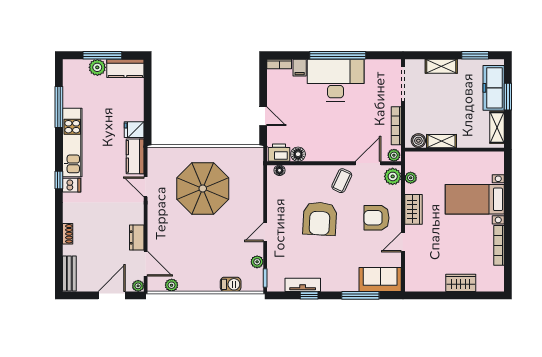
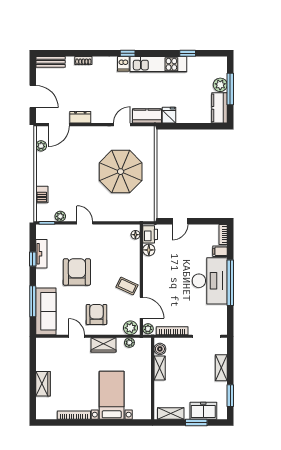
freezer: (494, 88) -> (203, 411), width x0.71
window: (59, 107) -> (188, 53), width x0.46
armchair: (320, 219) -> (77, 272), moved, turned 87
sofa: (380, 279) -> (46, 311), width x1.36
plant: (138, 286) -> (40, 118), removed

